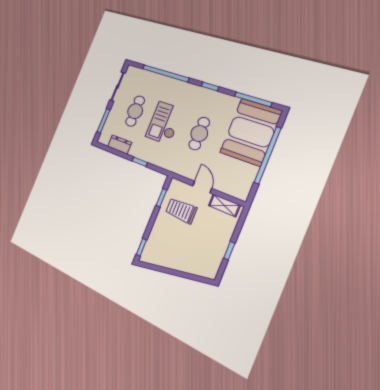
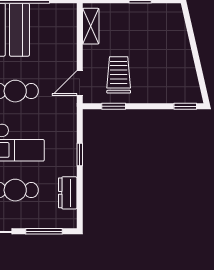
door: (202, 187) -> (80, 83), moved
trolley: (181, 211) -> (119, 75), turned 180

